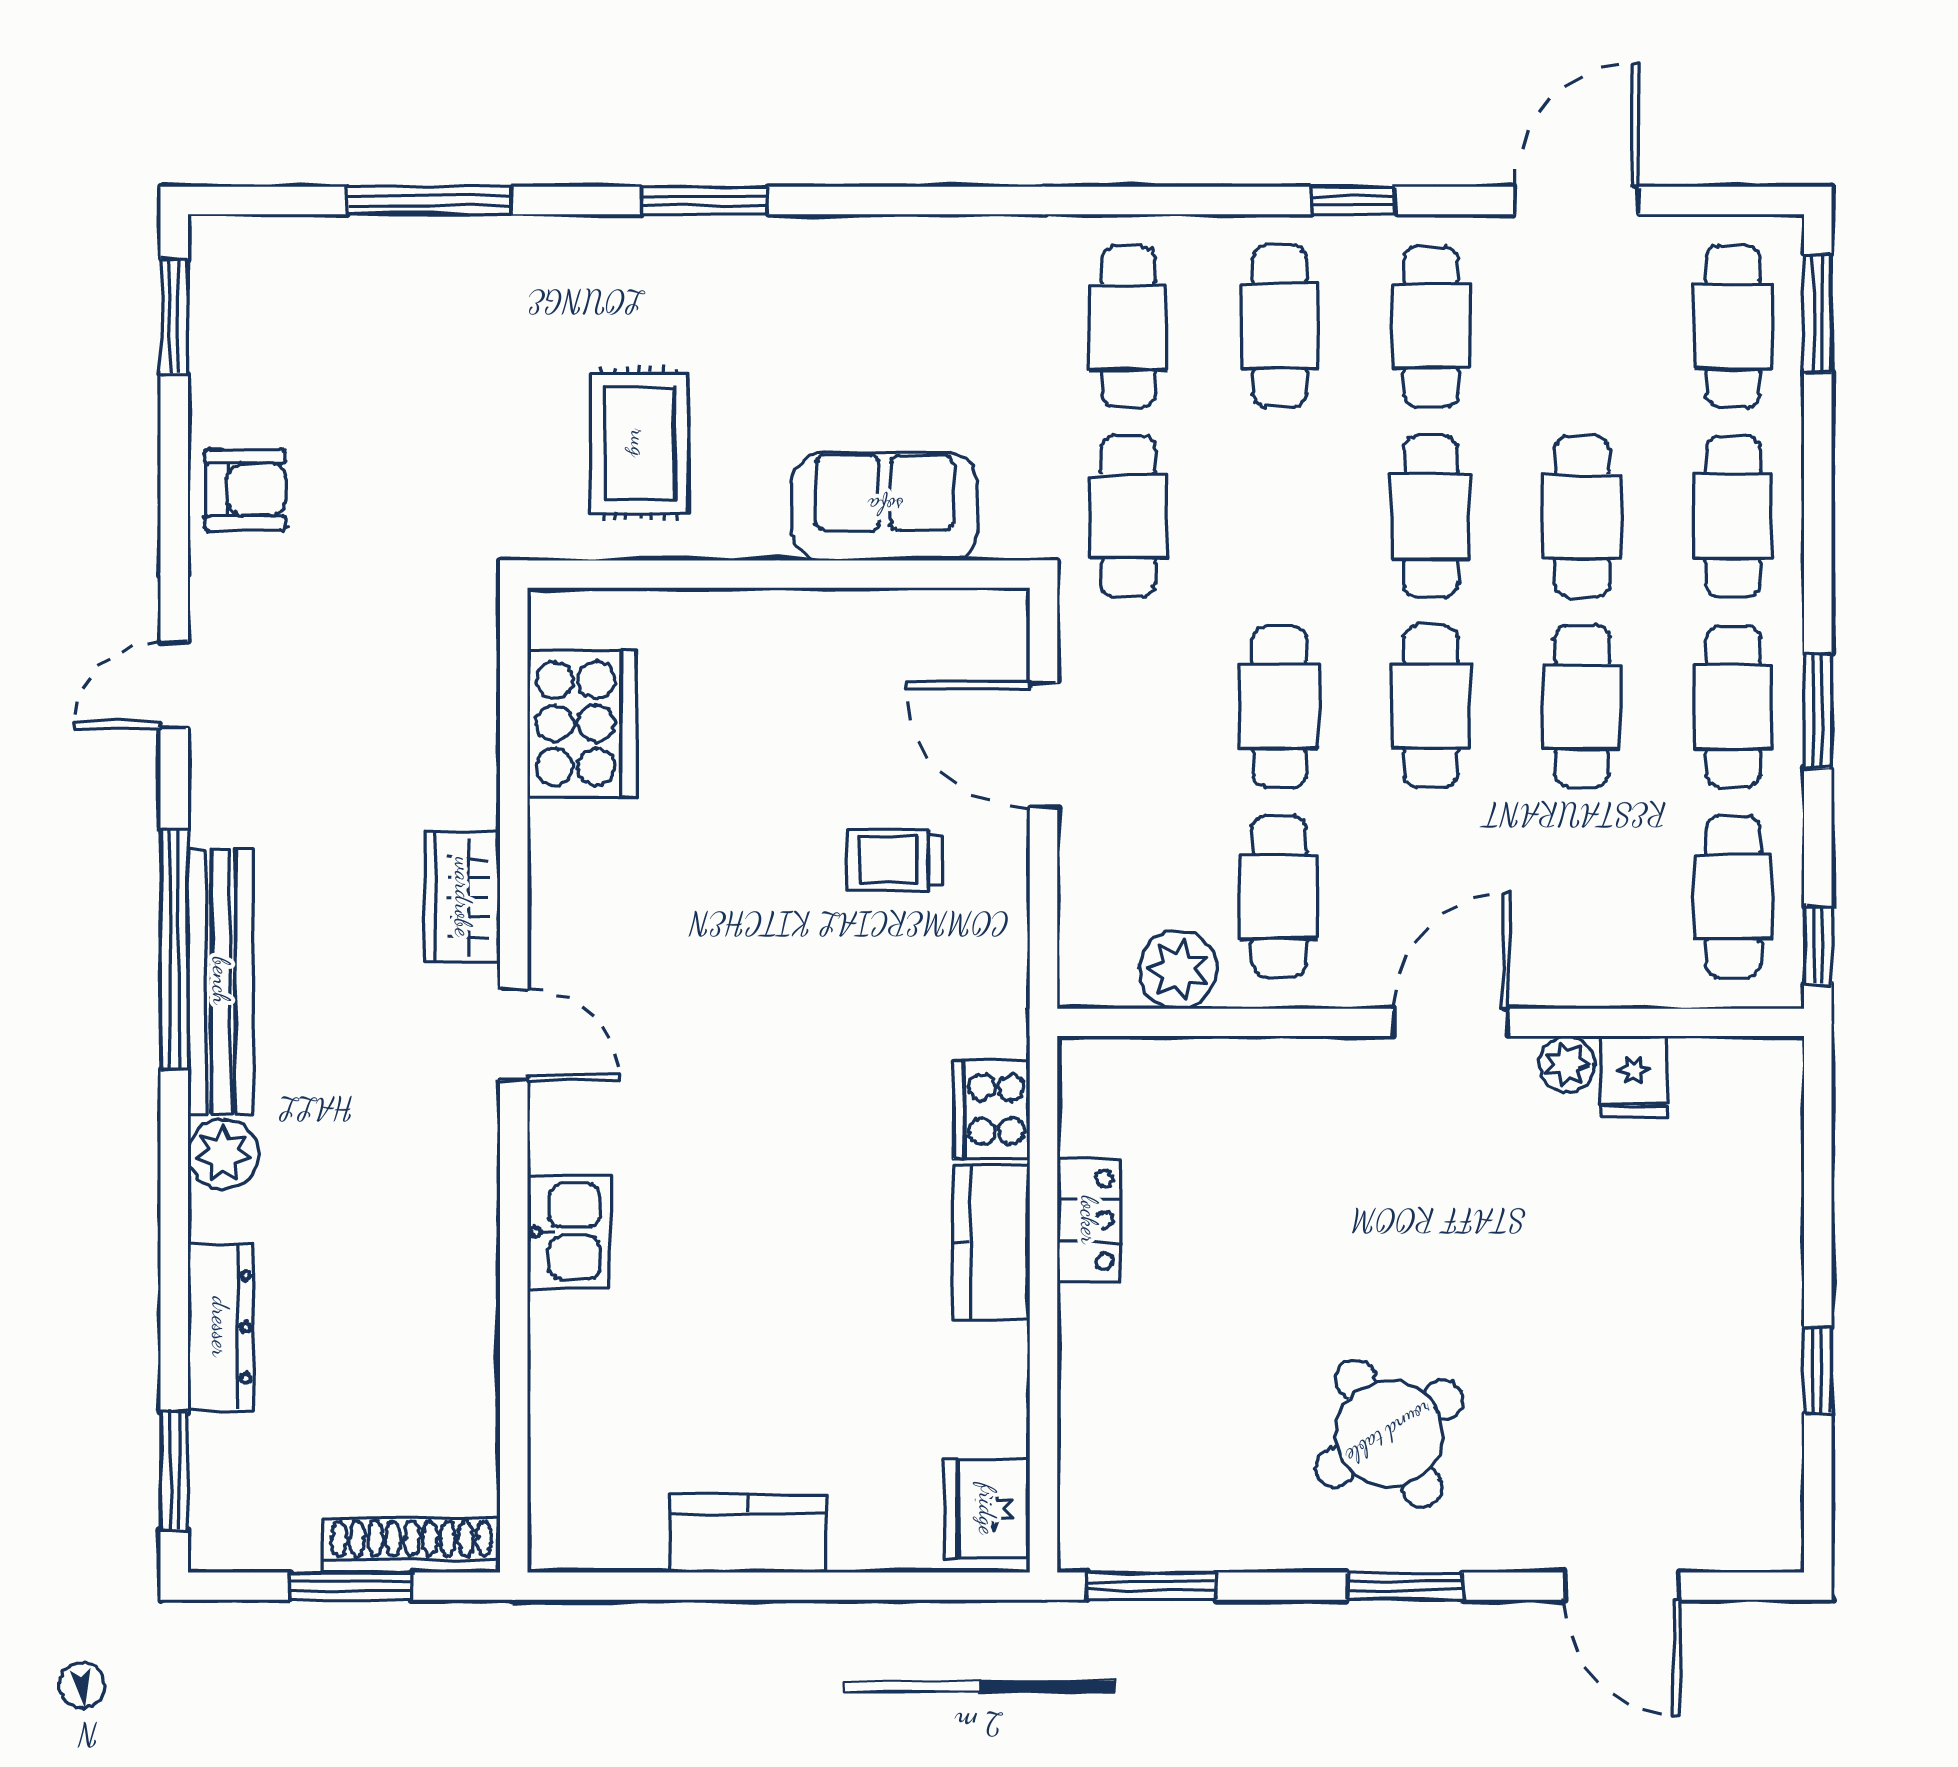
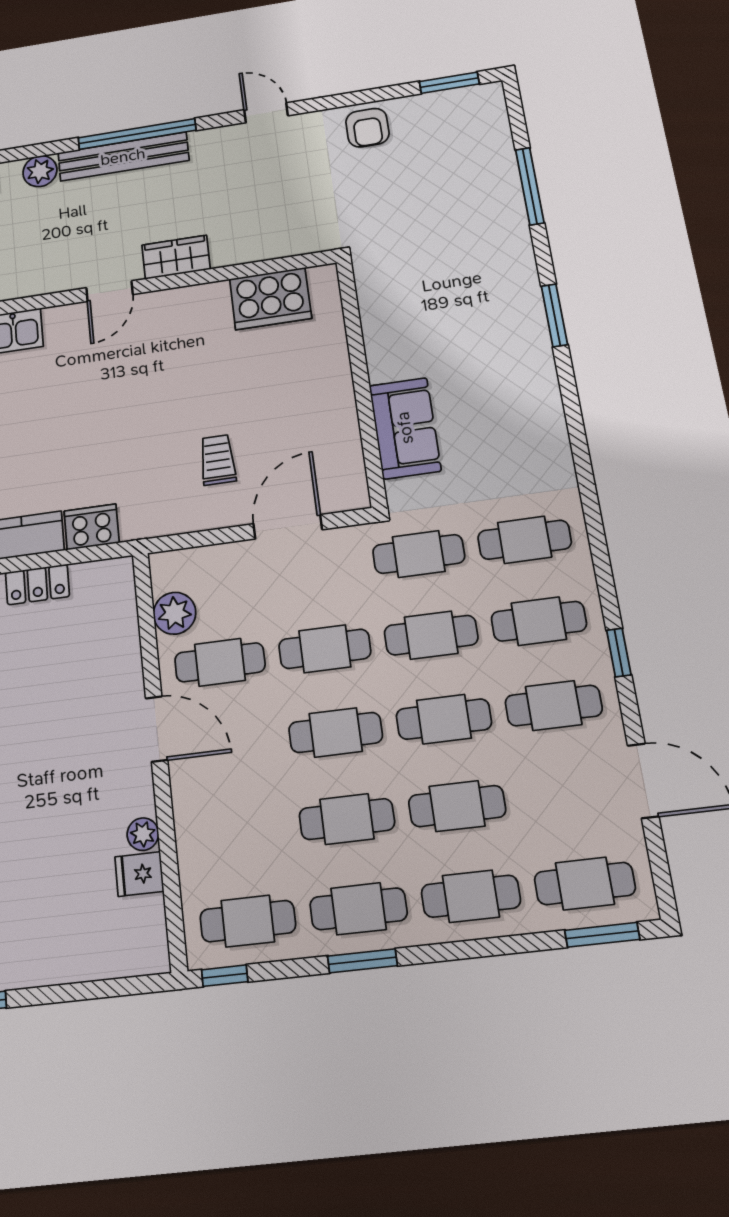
rug: (639, 443) -> (420, 304), removed
cafe table: (1280, 516) -> (431, 635), added
door: (1451, 1022) -> (157, 729), moved

